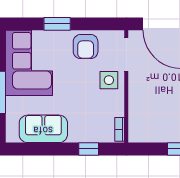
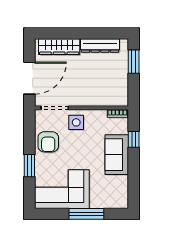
armchair: (86, 47) -> (48, 142), turned 90
sofa: (43, 129) -> (117, 155), moved

